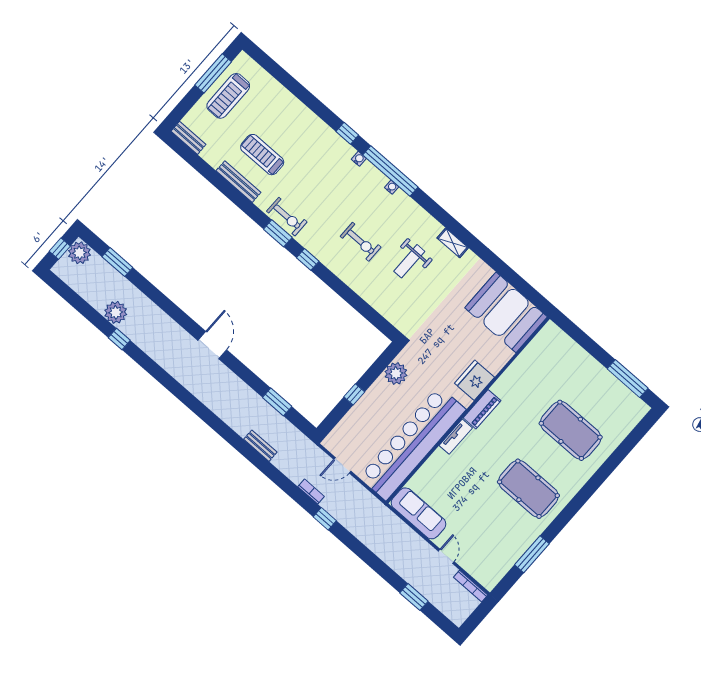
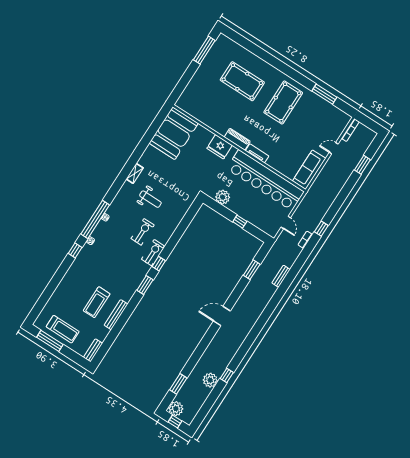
exercise bike: (287, 217) -> (153, 253), moved
pool table: (571, 430) -> (242, 81), turned 90

